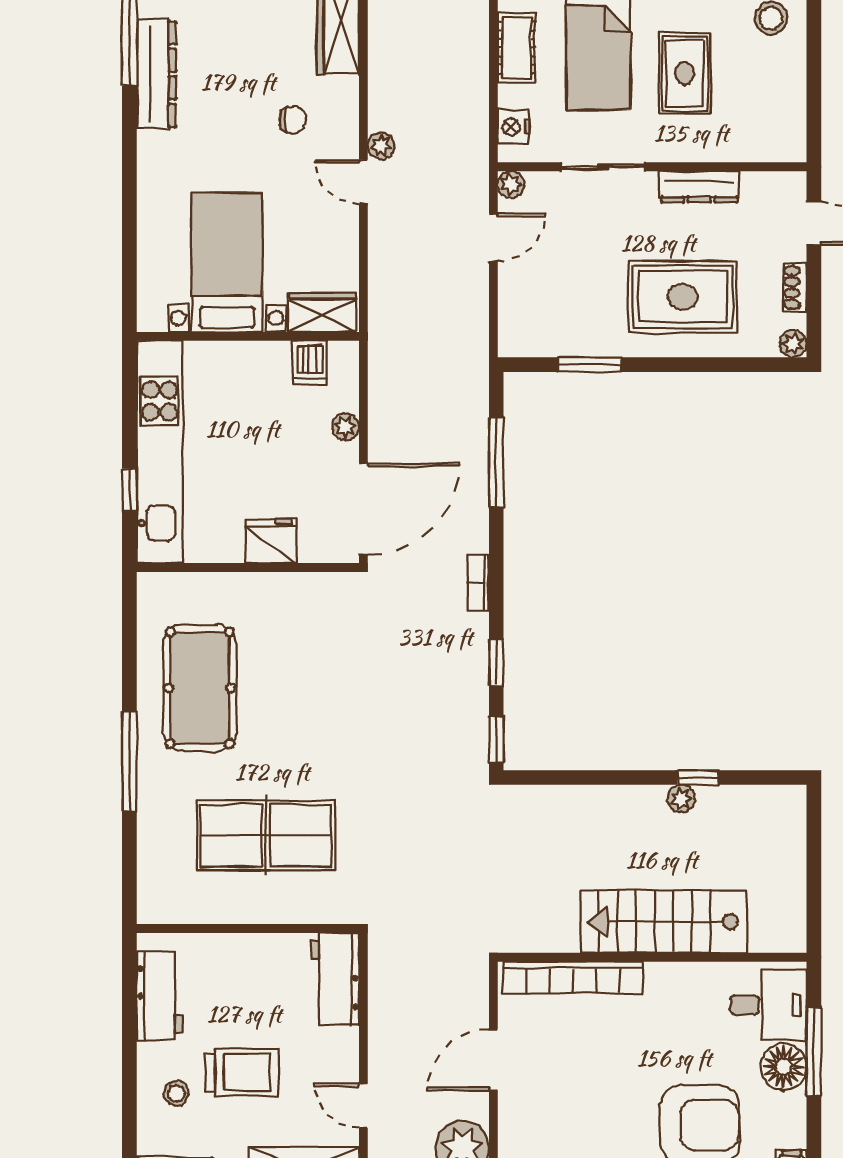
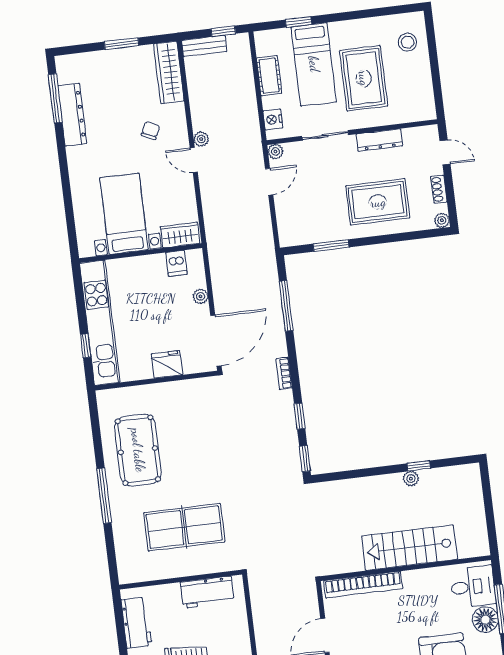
rug: (685, 73) -> (364, 78), width x1.36, depth x1.43
chair: (292, 120) -> (150, 131), turned -65
workbench: (335, 979) -> (207, 592), moved, turned -90

